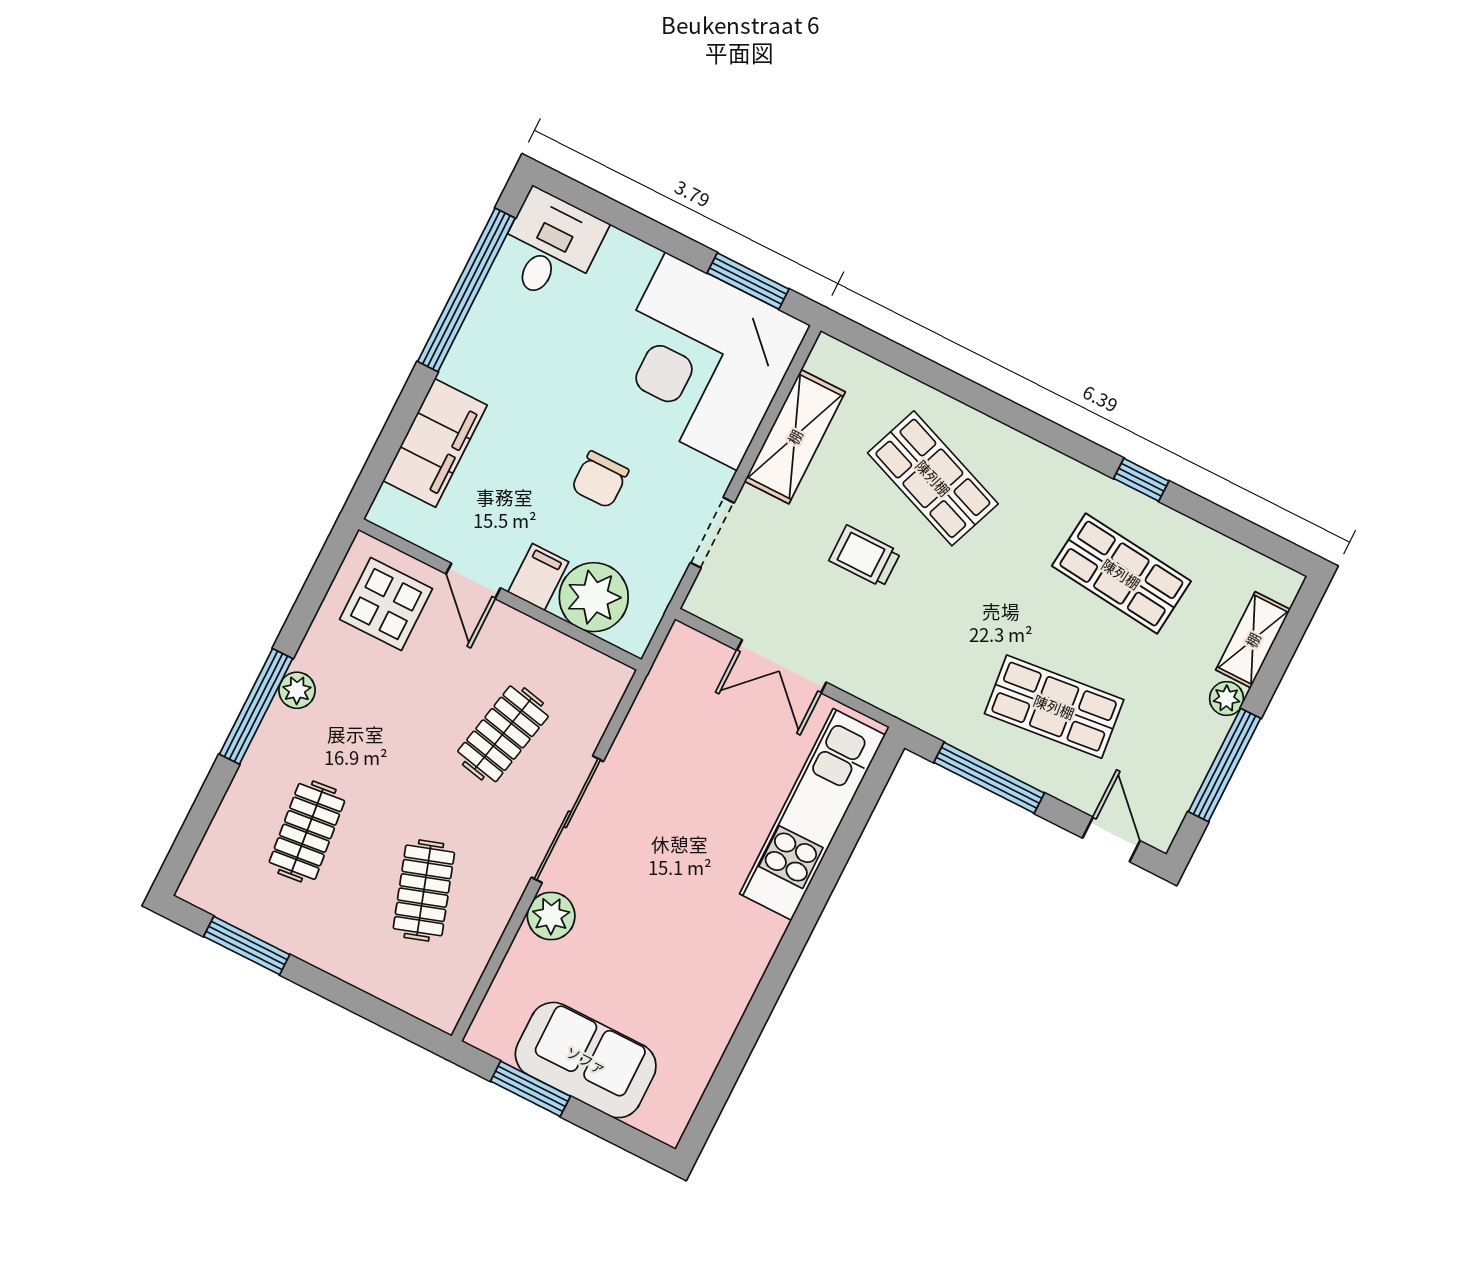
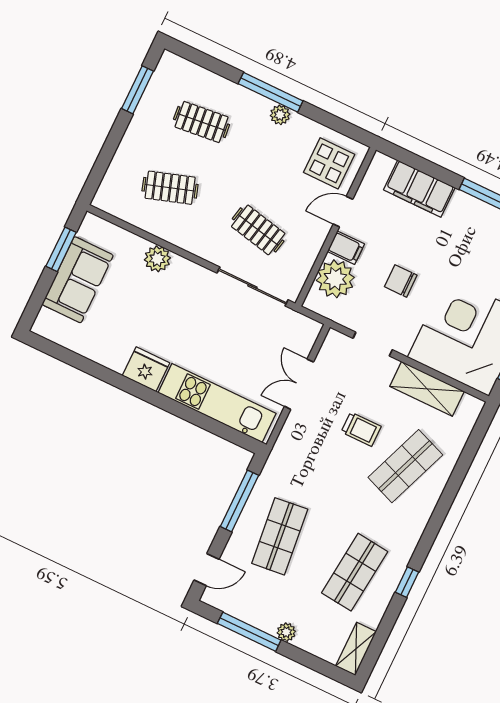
trolley: (865, 556) -> (361, 429), turned 90
shelving: (1253, 640) -> (356, 649), moved, turned 90
sliding door: (567, 819) -> (252, 286), moved
fridge: (749, 940) -> (146, 369), added

